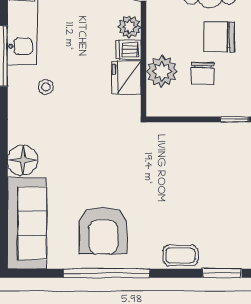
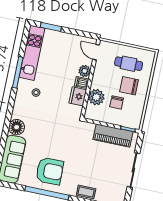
piano: (209, 138) -> (113, 136), added
armchair: (103, 230) -> (50, 171), turned -91

